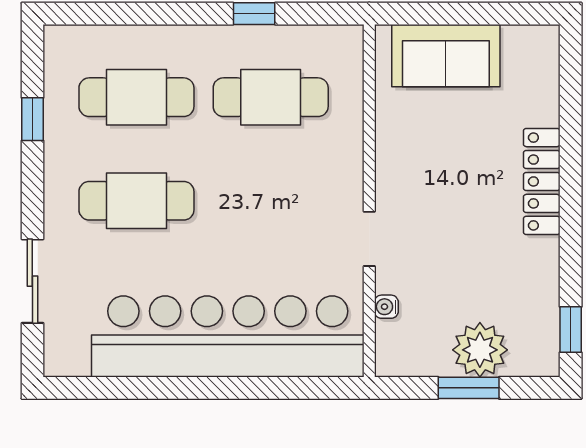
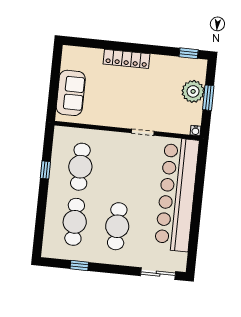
sliding door: (32, 281) -> (158, 274), moved
water cooler: (386, 307) -> (196, 131), moved

